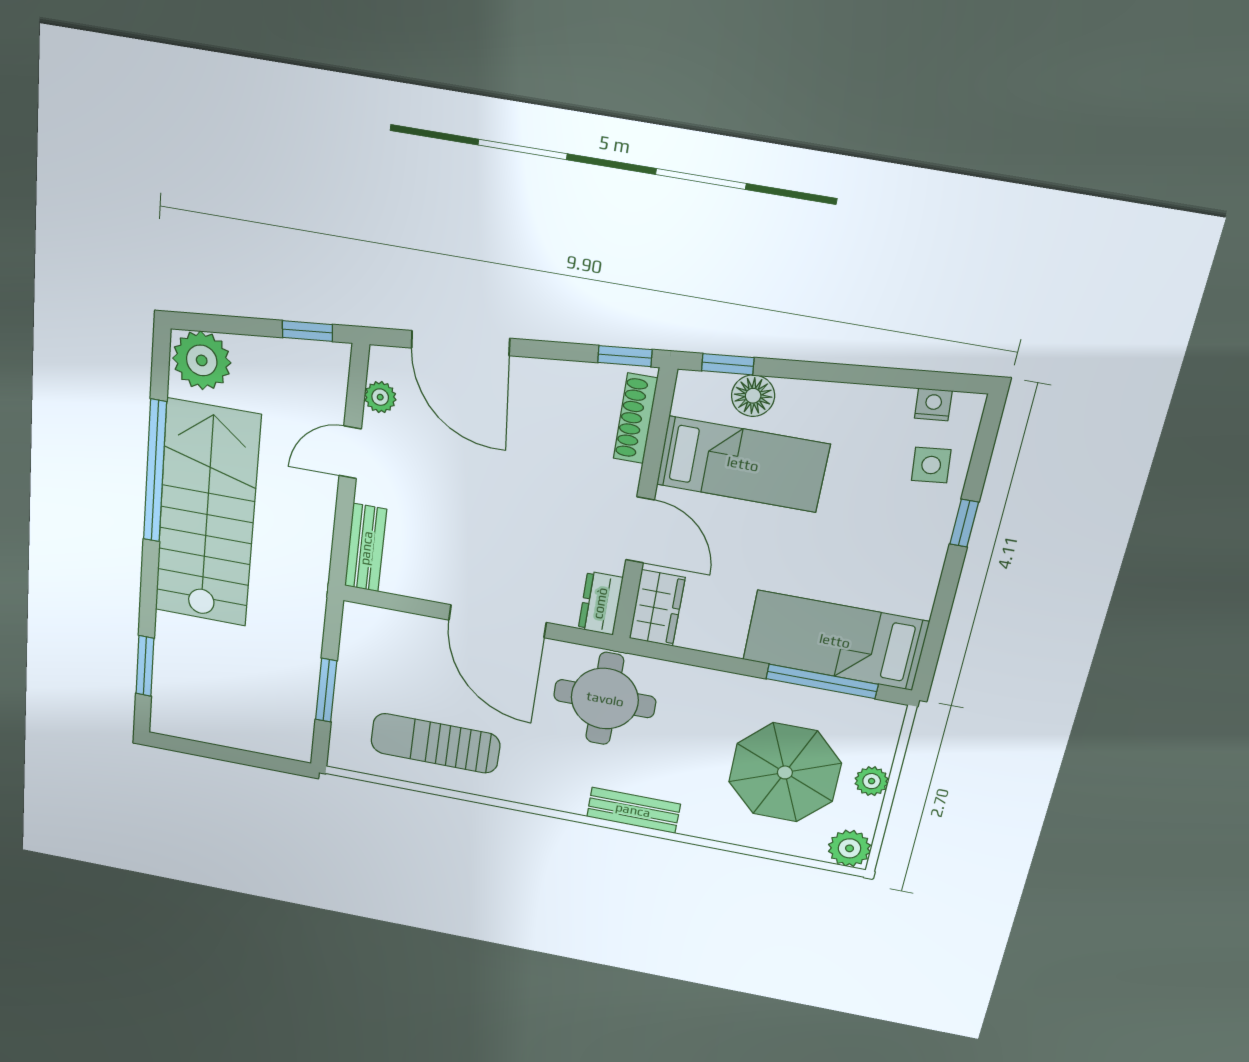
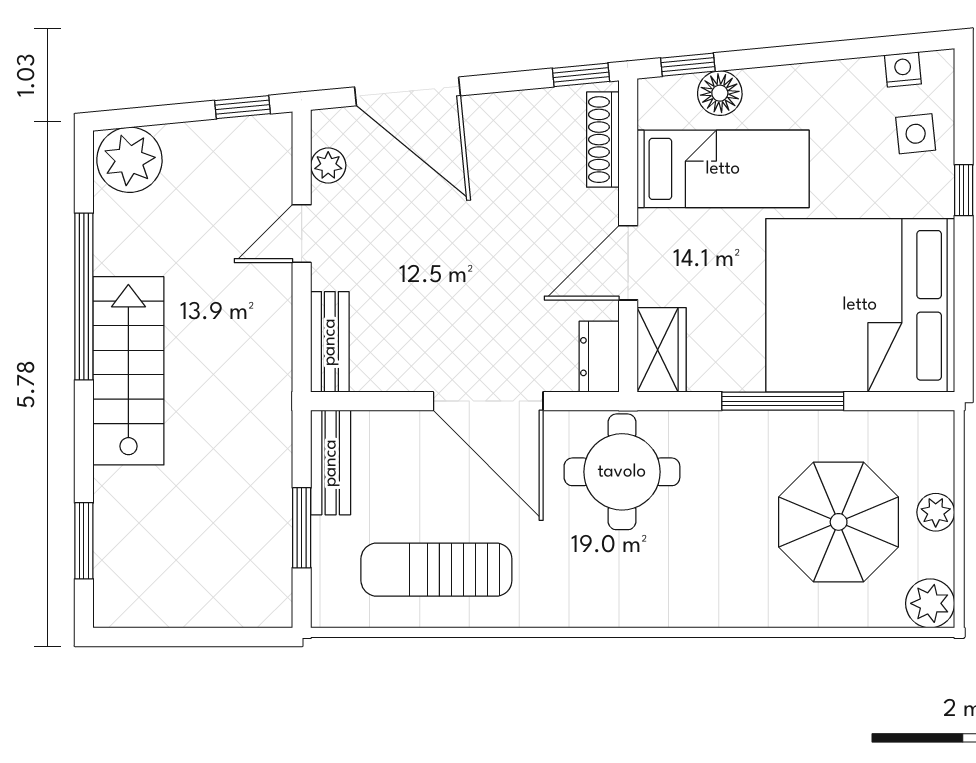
stairs: (207, 514) -> (128, 371), width x0.73, depth x0.66
door: (640, 530) -> (628, 263), swing flipped
bed: (835, 641) -> (860, 305), width x2.04
window: (822, 681) -> (783, 401), moved
bench: (633, 810) -> (331, 463), moved, turned 90

